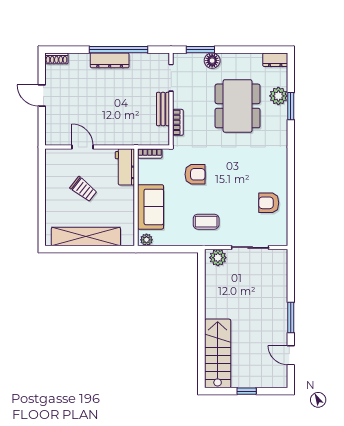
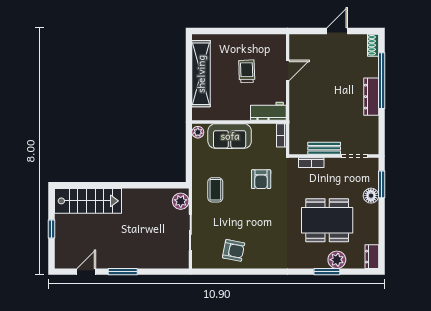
window: (118, 50) -> (382, 81), moved
trolley: (83, 189) -> (247, 71), turned 140
armchair: (269, 203) -> (234, 250), turned 101

